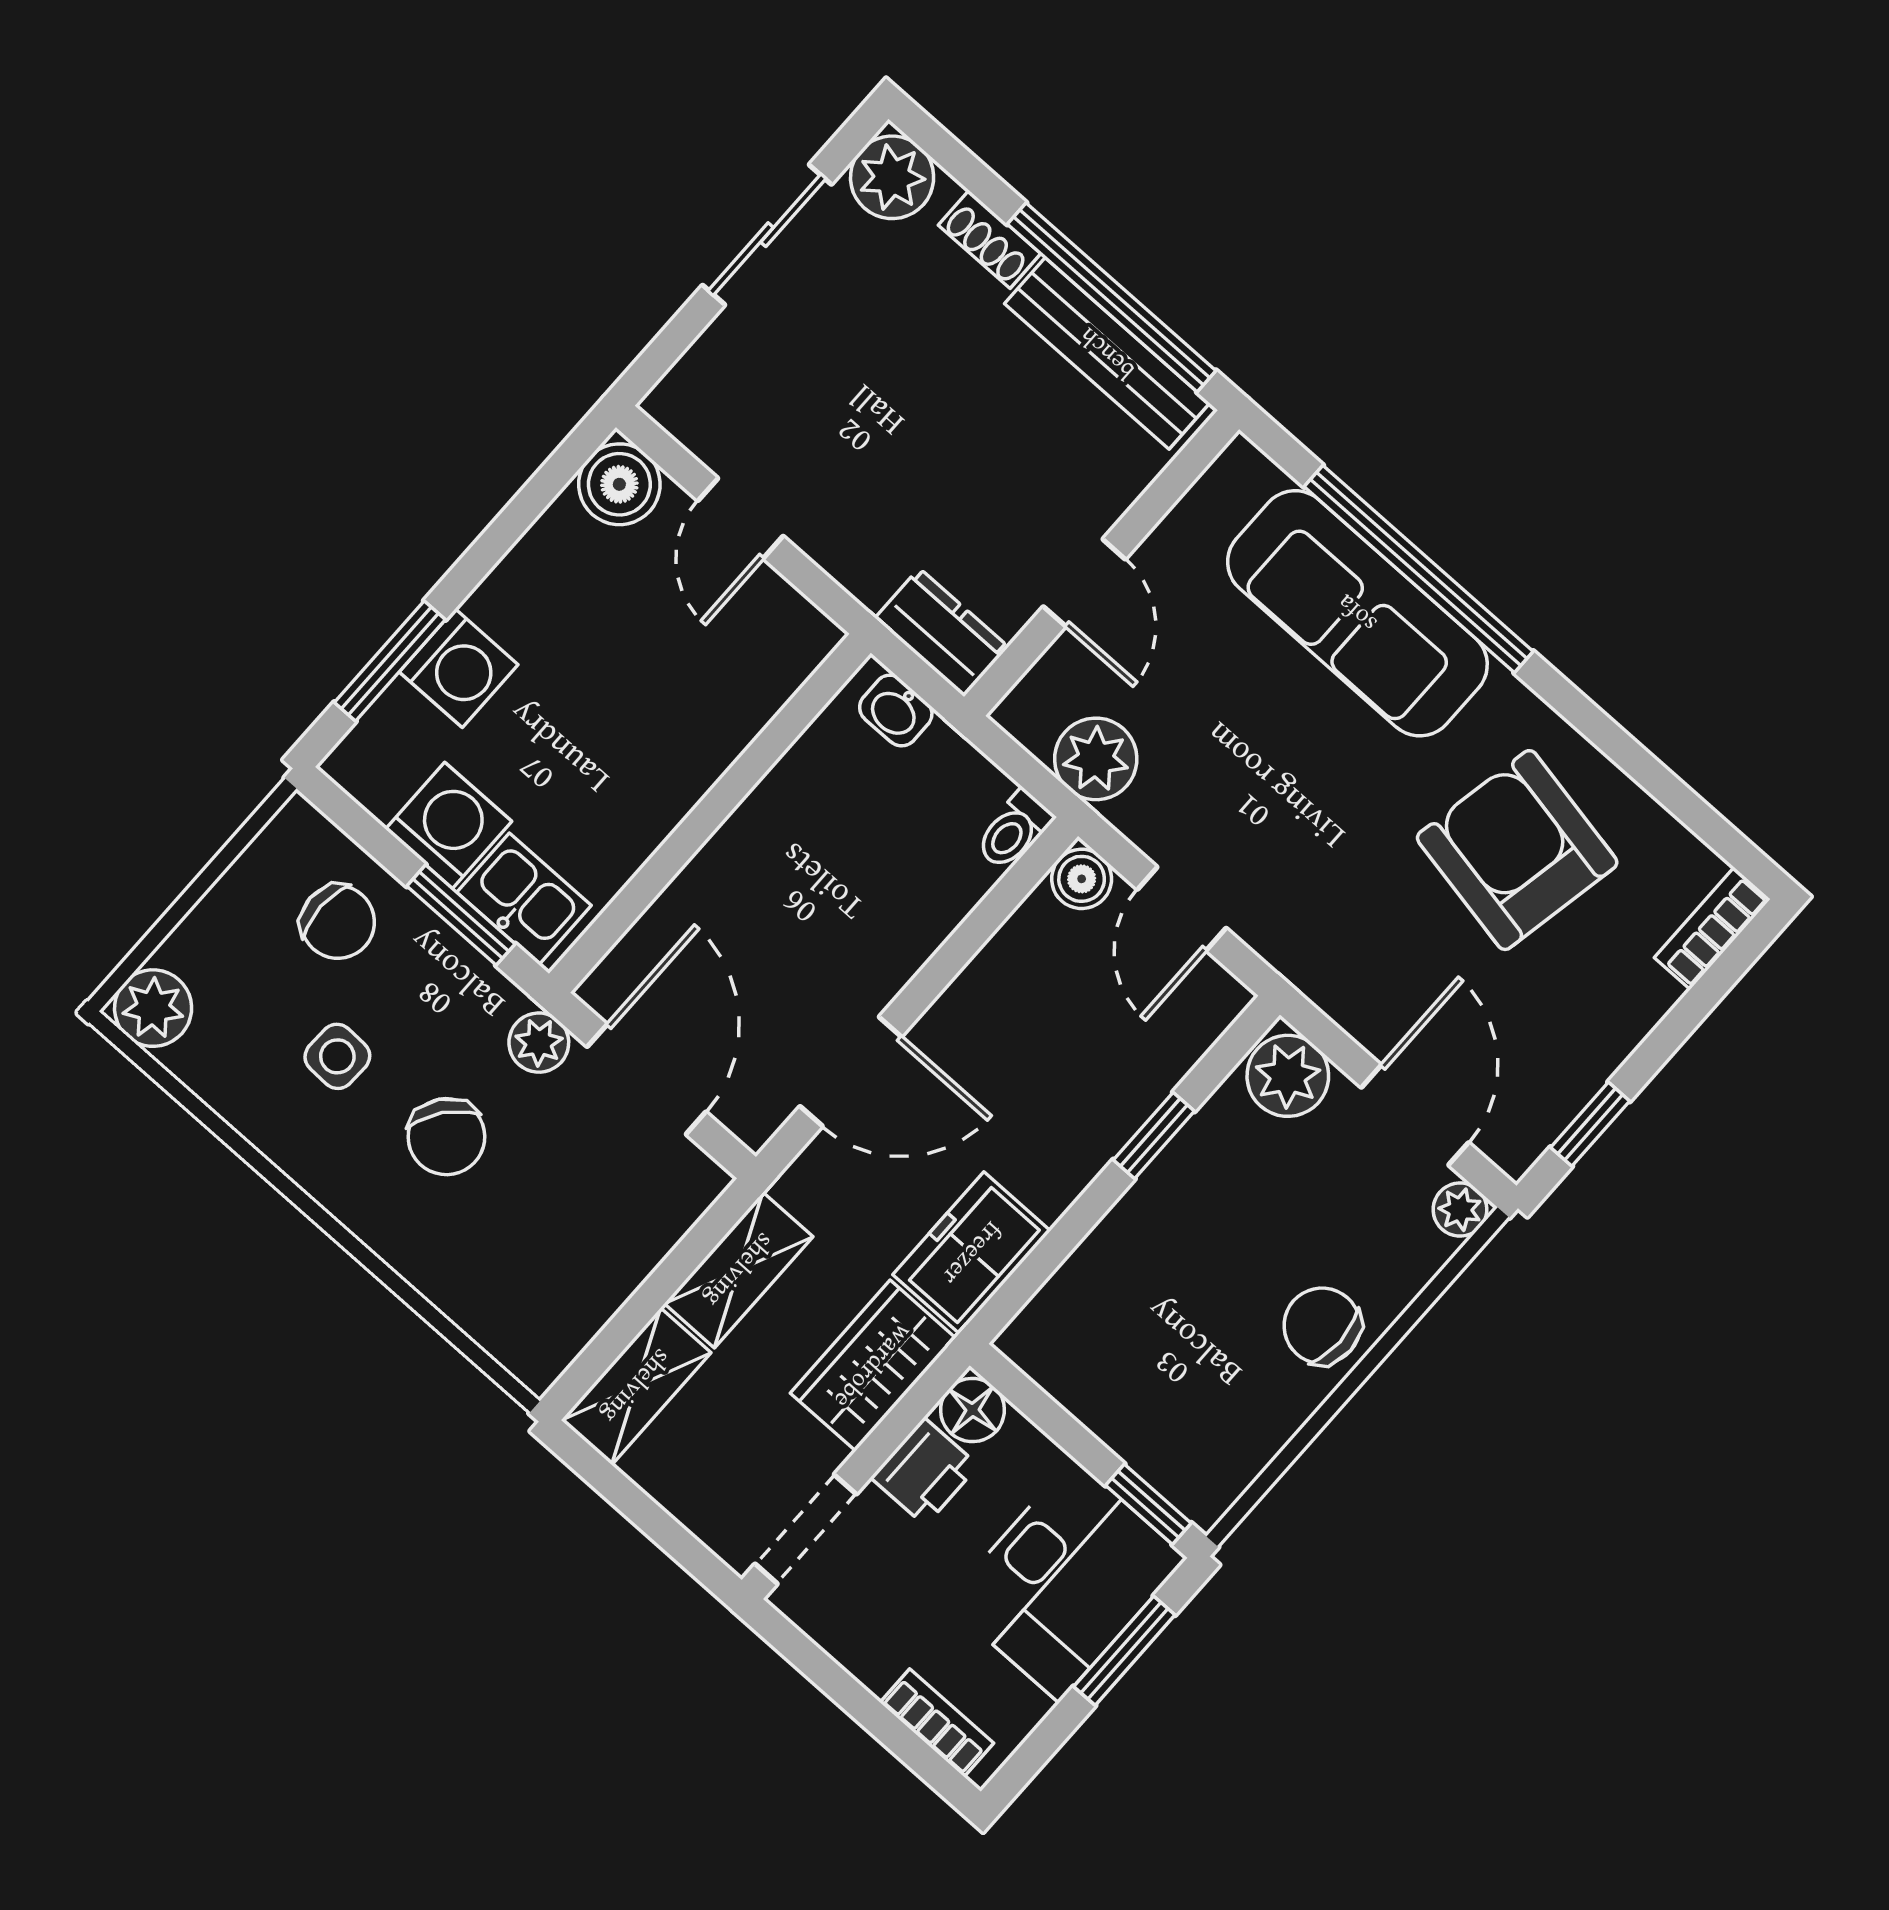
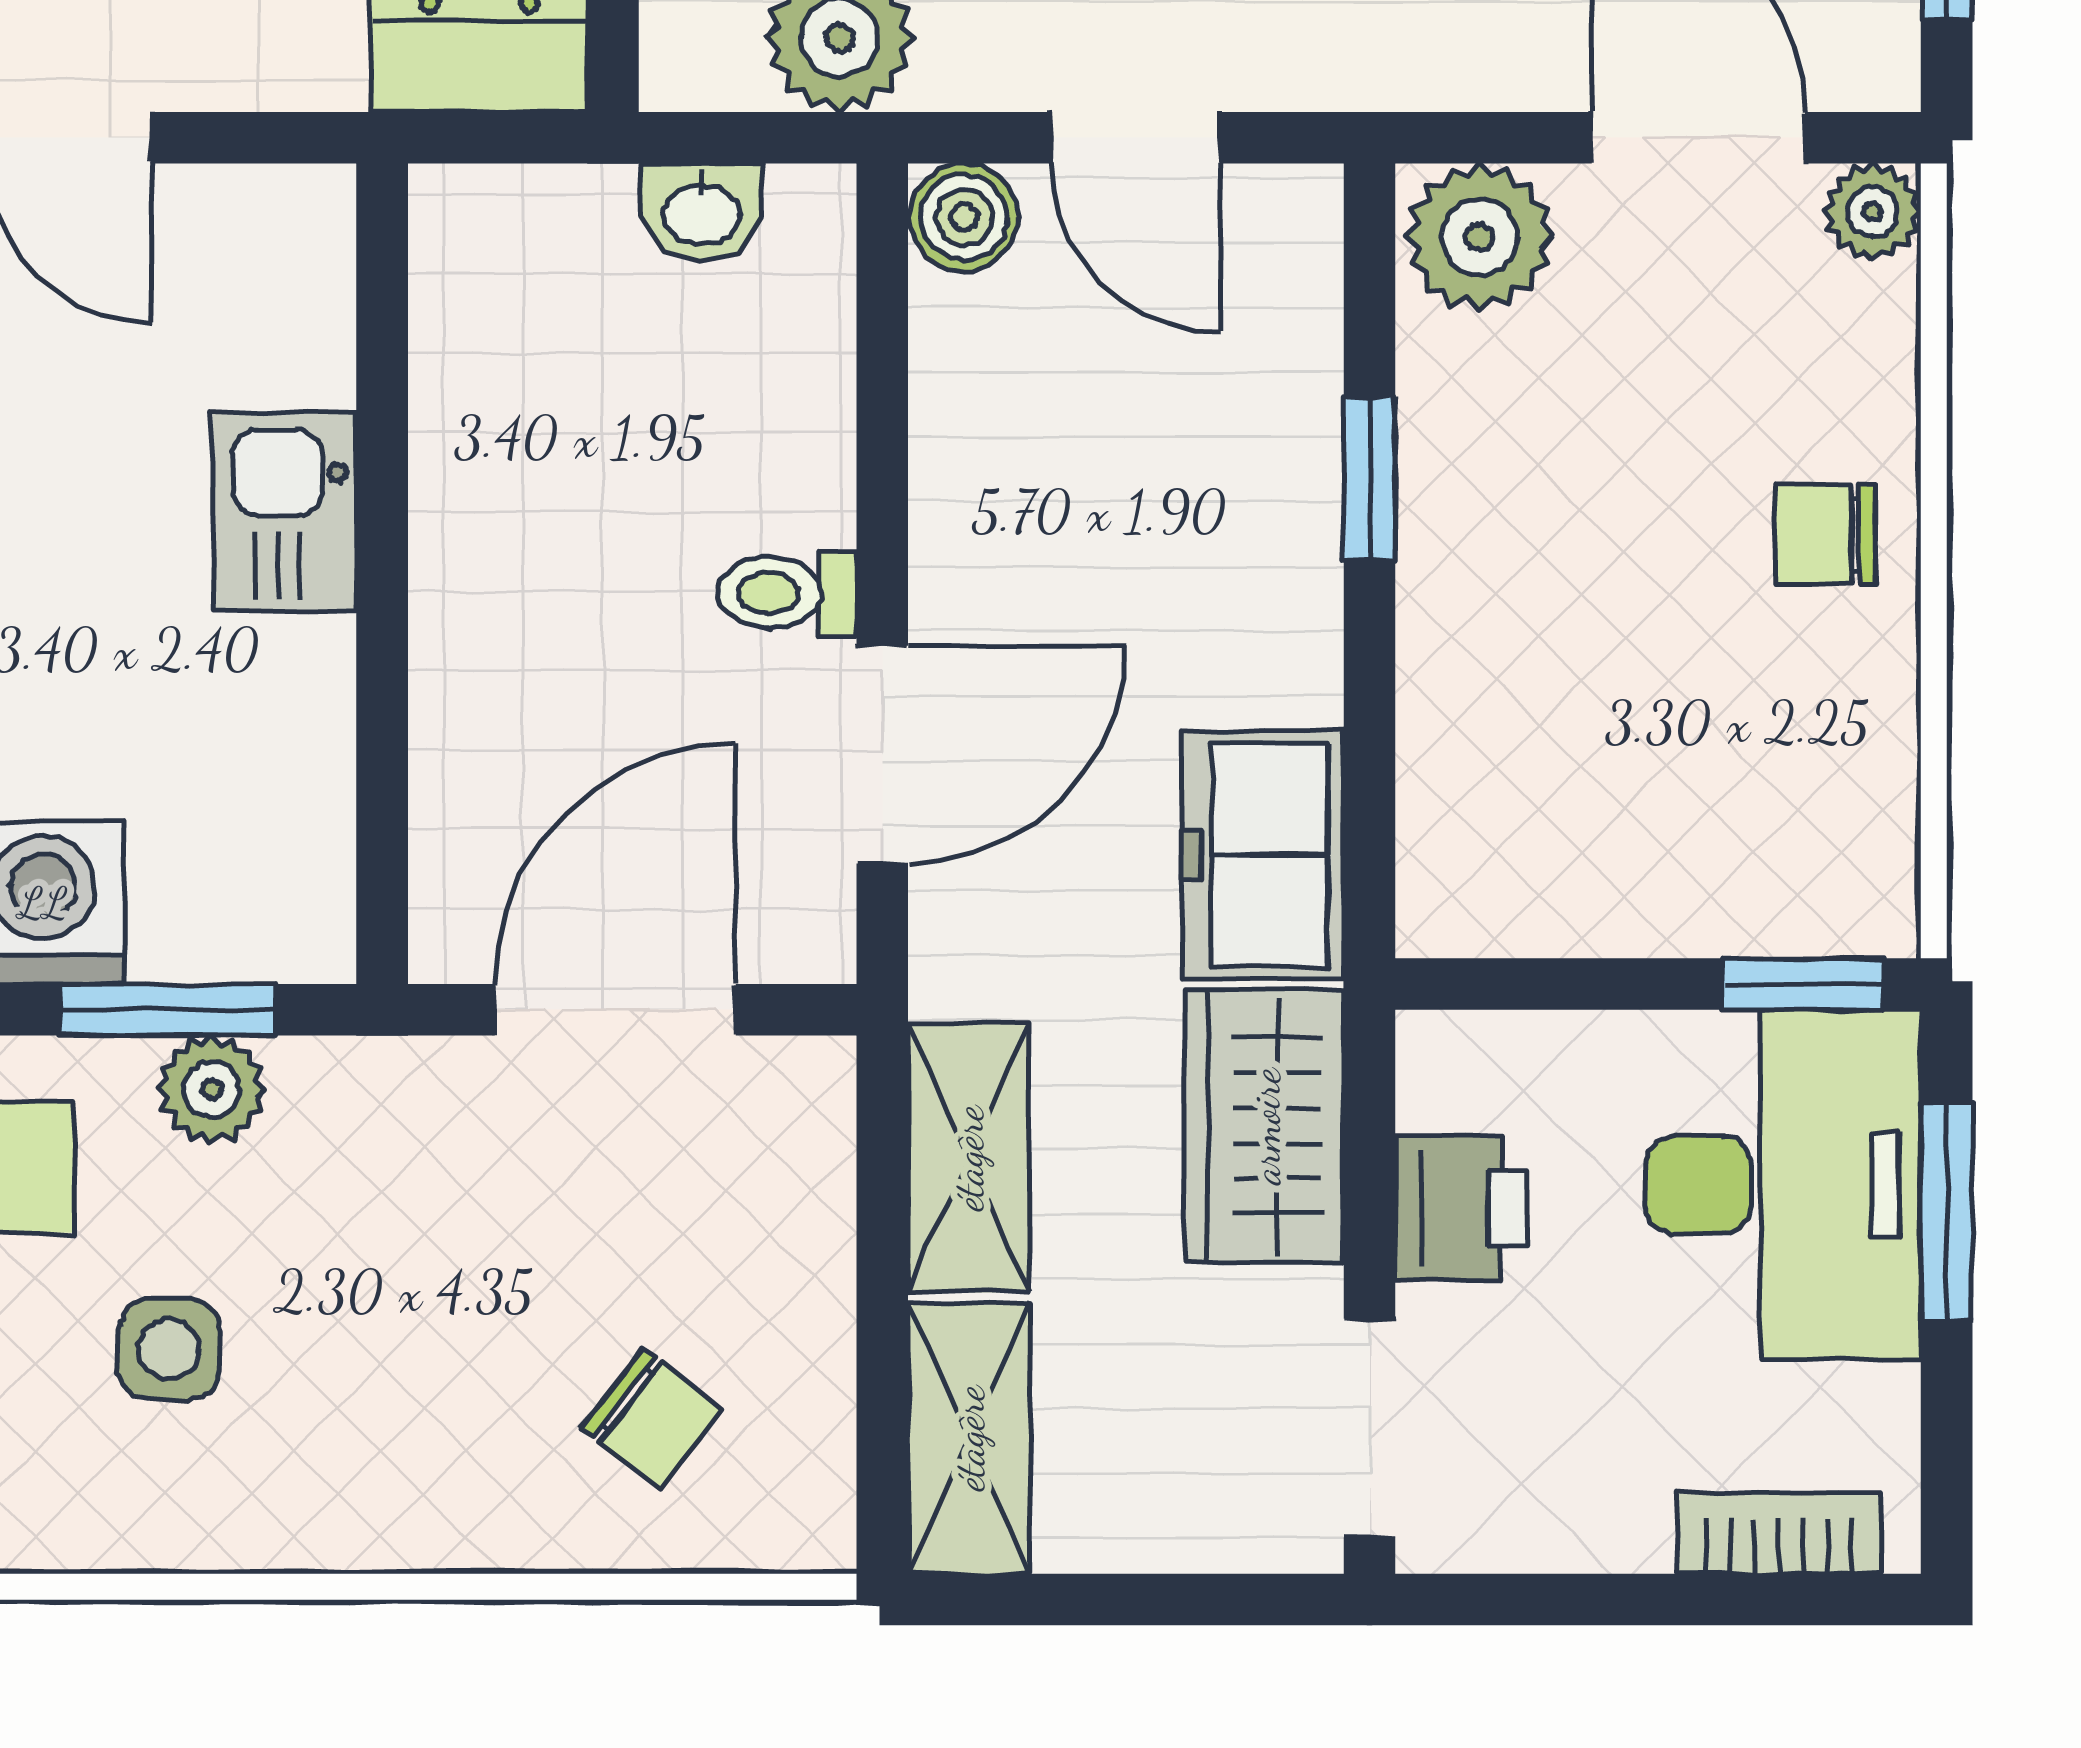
washbasin: (896, 711) -> (702, 212), moved
toilet: (1014, 830) -> (788, 593), moved, turned 90
kitchen sink: (524, 899) -> (285, 512), moved, turned -90
plant: (539, 1043) -> (212, 1089), moved
door: (647, 1079) -> (615, 1010), hinge flipped
chair: (446, 1137) -> (652, 1419), moved, width x0.73, depth x0.73
chair: (1322, 1326) -> (1825, 534), width x0.73, depth x0.73
floor lamp: (972, 1410) -> (1453, 1067), removed

